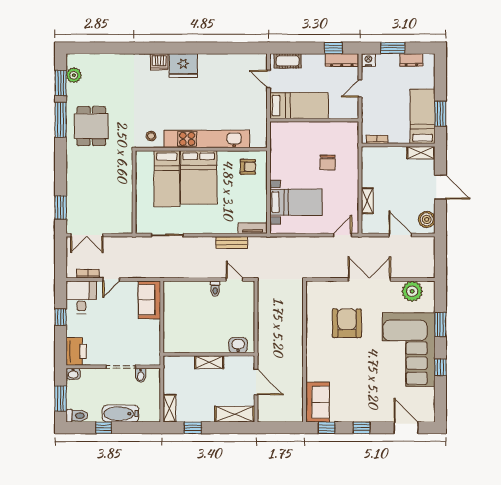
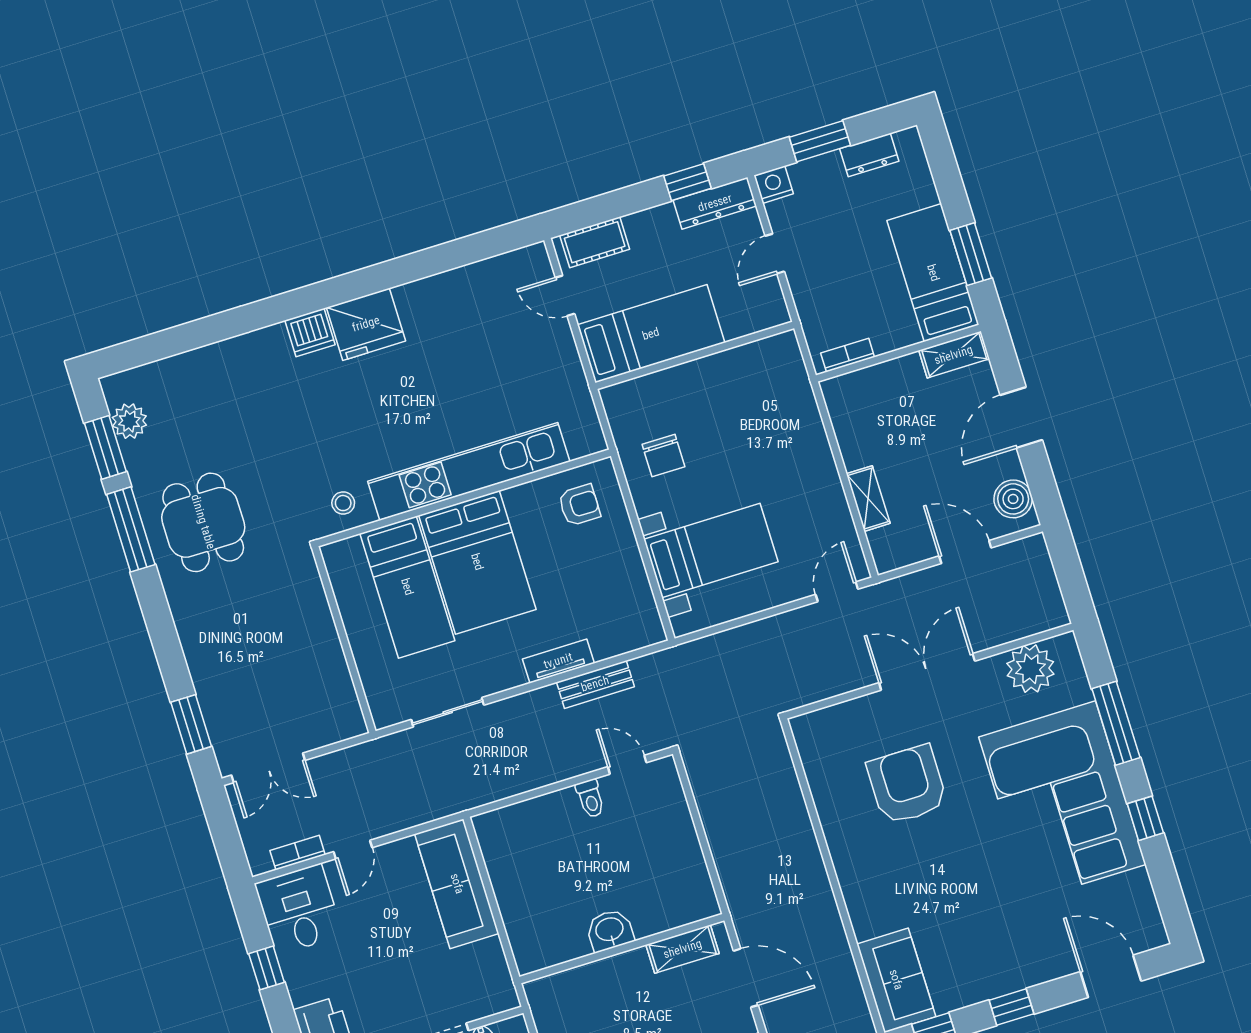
chair: (327, 162) -> (663, 455), moved
door: (440, 187) -> (1021, 418), swing flipped
tv unit: (253, 228) -> (558, 661), moved
sofa: (149, 300) -> (457, 884), width x1.36
window: (440, 325) -> (1116, 723), width x1.44
washbasin: (238, 345) -> (610, 930), moved
shelving: (209, 362) -> (683, 949), moved

